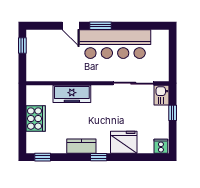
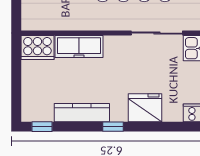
cooker: (36, 119) -> (37, 48), moved, turned 90
kitchen counter: (81, 146) -> (82, 113), width x1.50

